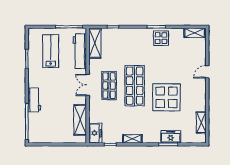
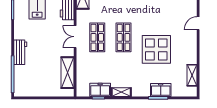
shop shelf: (135, 86) -> (124, 37), width x0.70, depth x0.74
freezer: (95, 133) -> (100, 90), moved, turned -90

